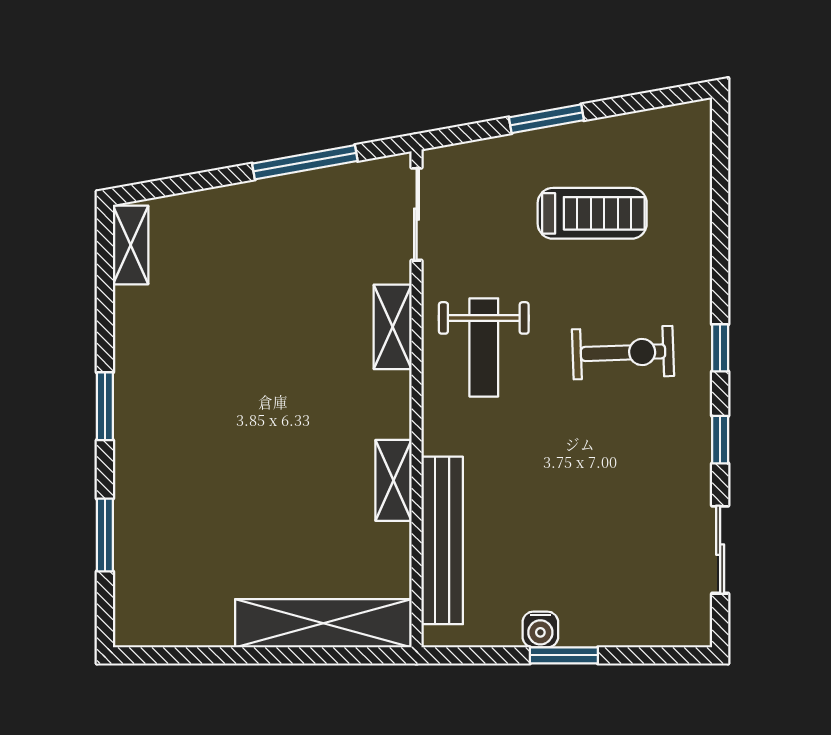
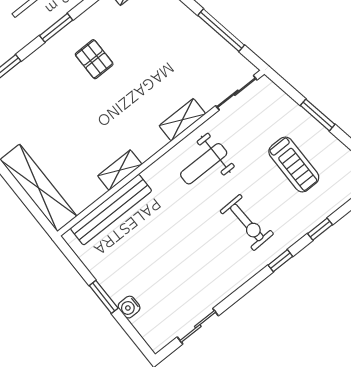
pallet: (197, 387) -> (94, 59), added
window: (720, 440) -> (320, 229), moved
water cooler: (540, 630) -> (129, 307), moved

